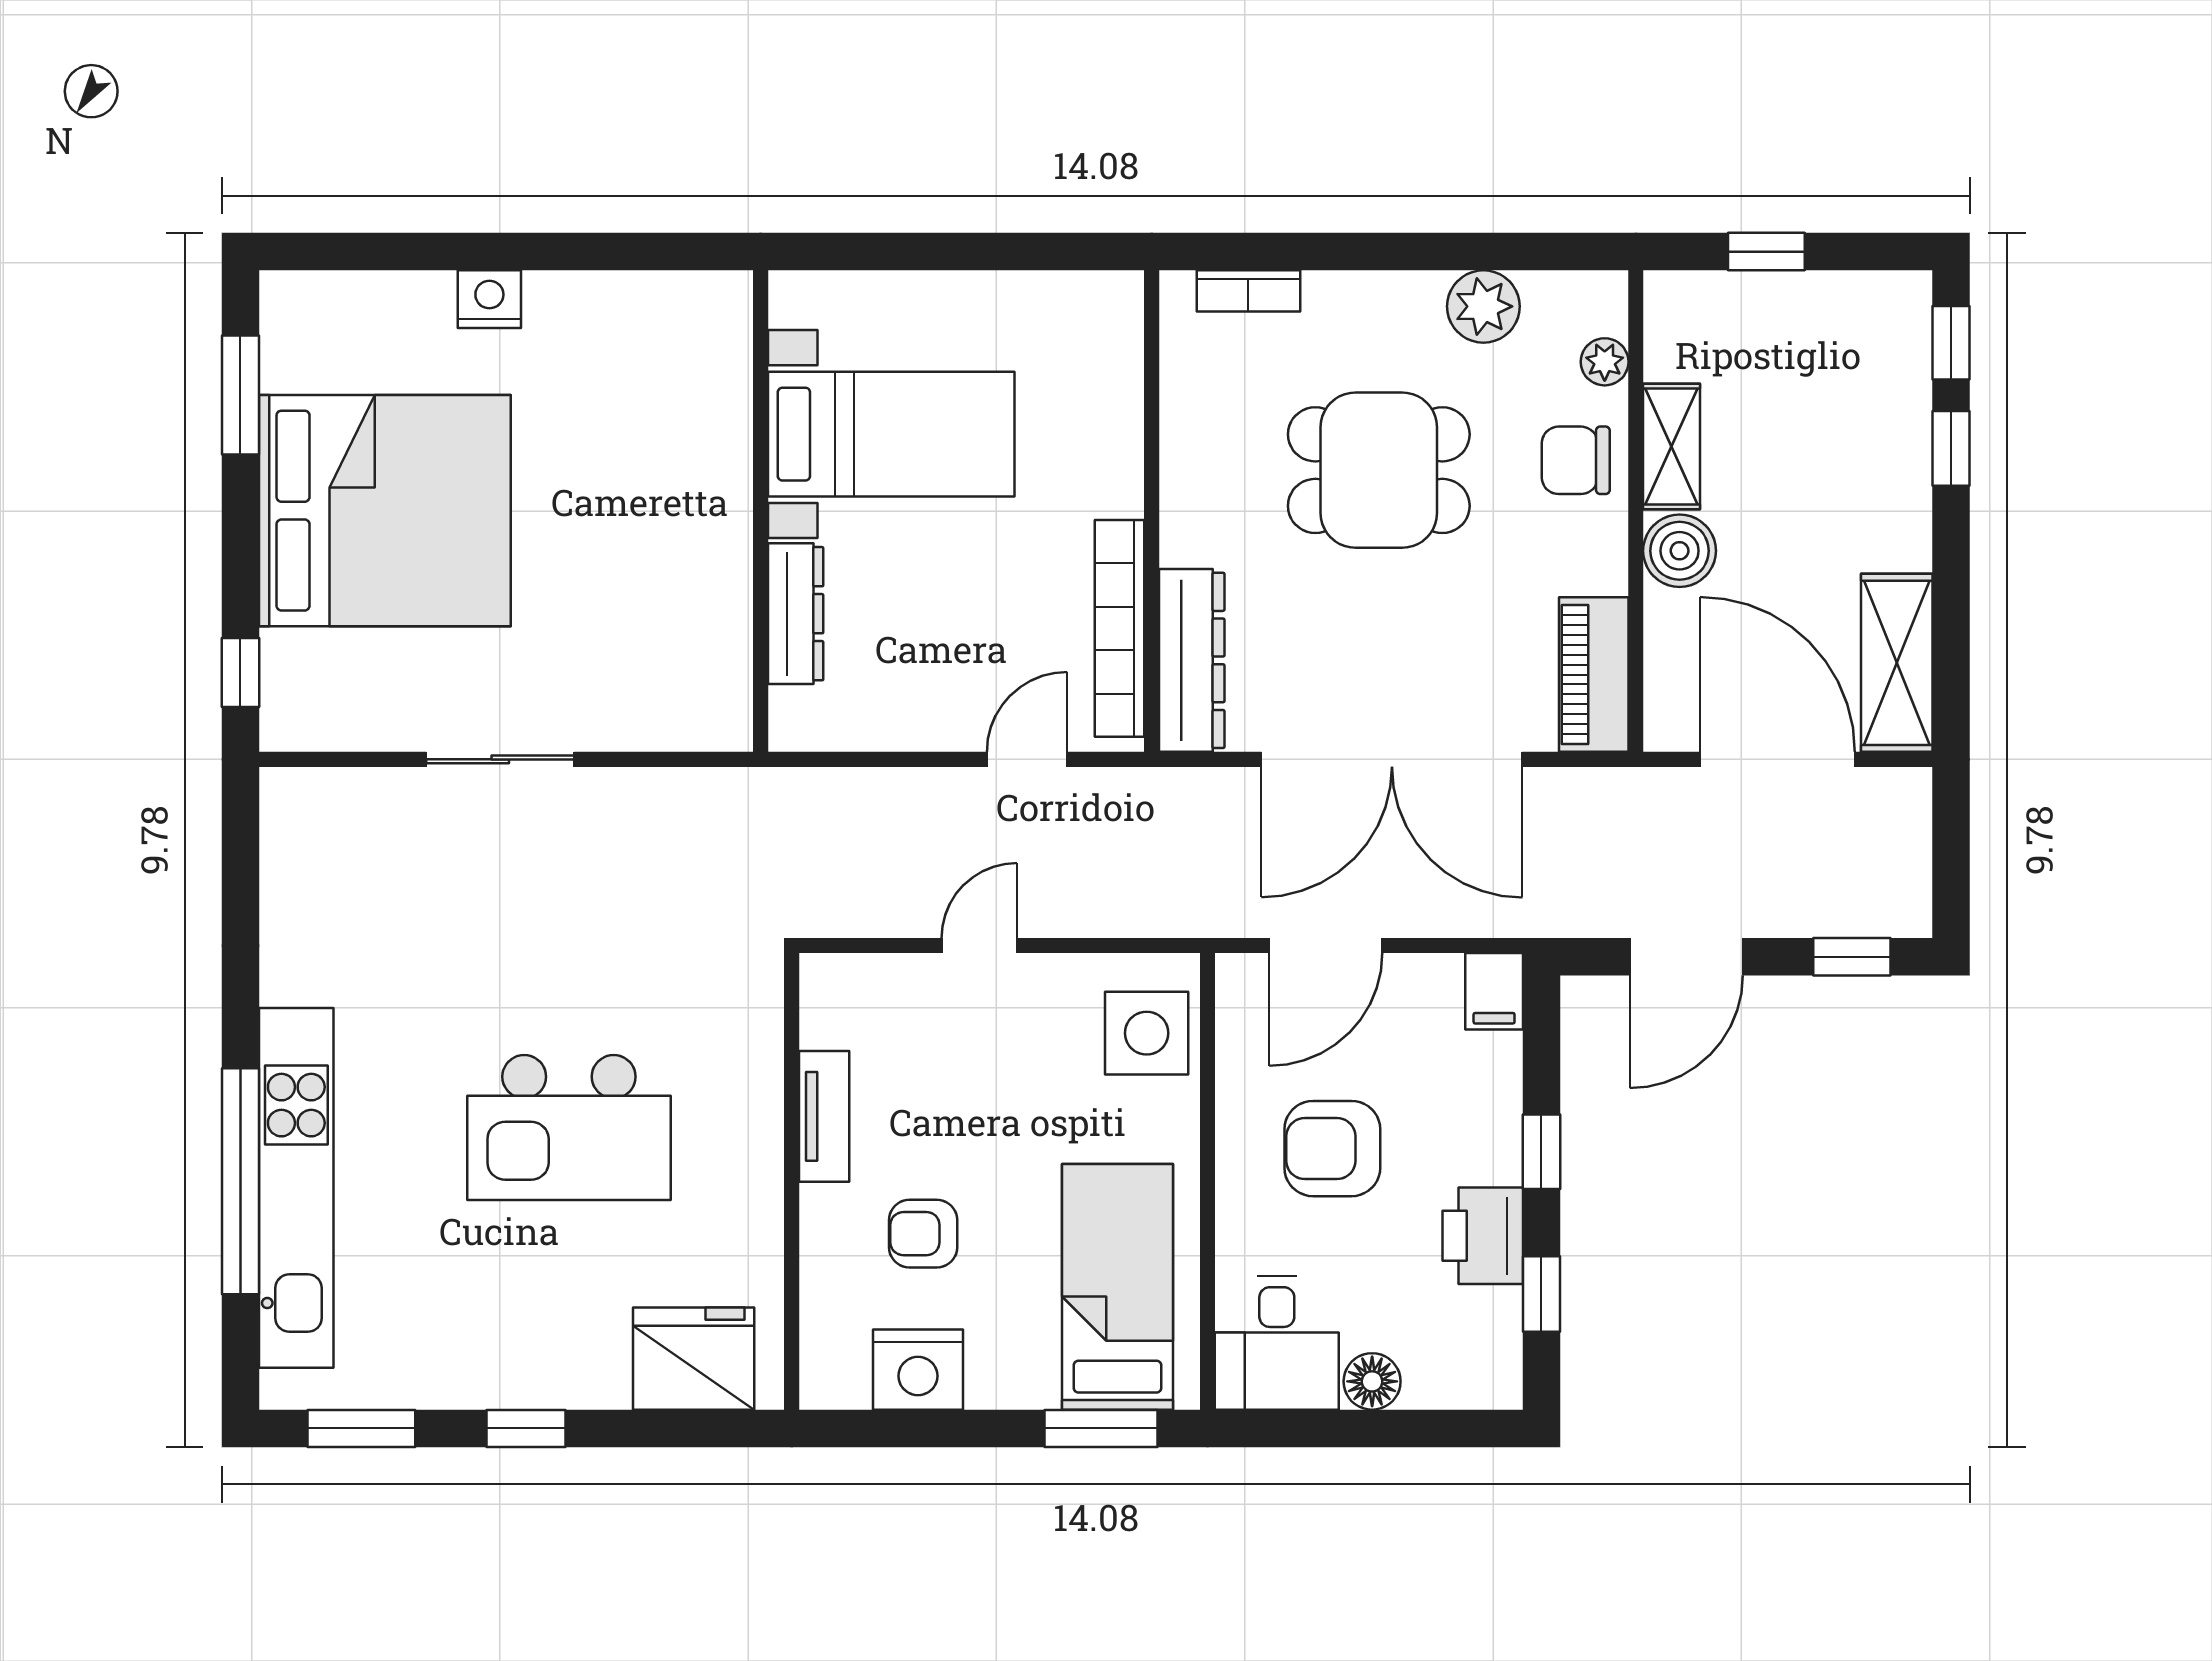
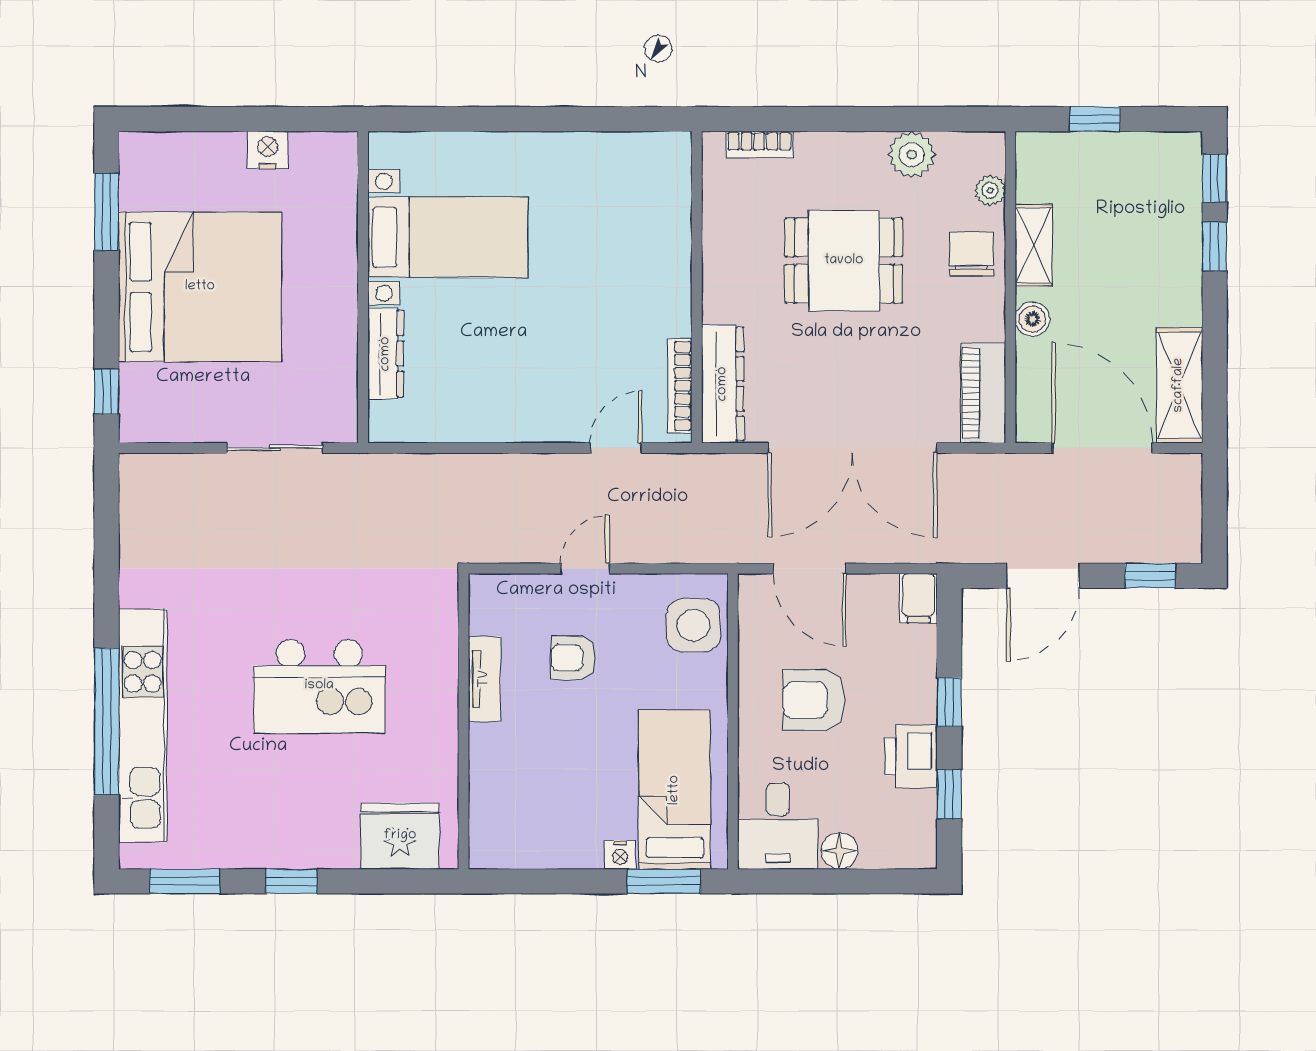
bed with nightstands: (891, 434) -> (448, 237), moved
chair: (1576, 460) -> (972, 254), turned 90
wall: (761, 511) -> (363, 287), moved
boiler: (1680, 551) -> (1032, 319), width x0.73, depth x0.73
dresser: (796, 614) -> (386, 354), moved
bookcase: (1120, 628) -> (680, 386), width x0.68, depth x0.76
door: (1326, 946) -> (810, 569), hinge flipped
armchair: (923, 1234) -> (573, 658), moved
nightstand: (918, 1370) -> (620, 855), moved, width x0.53, depth x0.56

